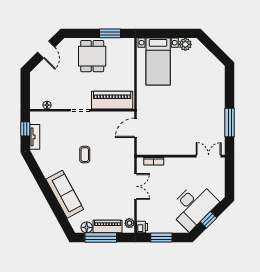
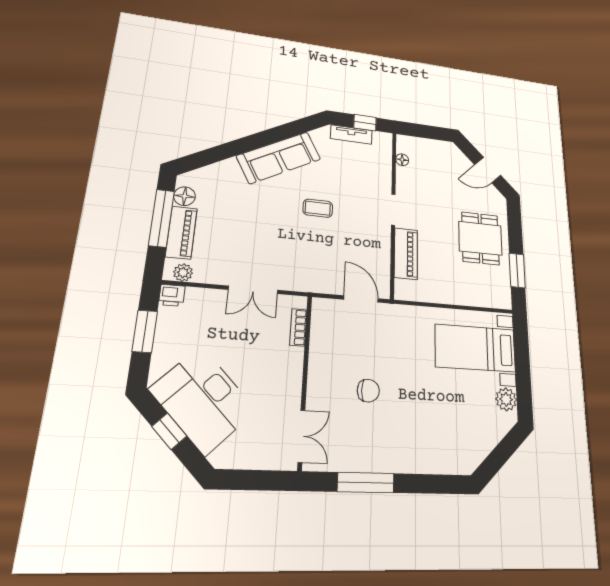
dining table: (92, 56) -> (480, 238), turned 90
piano: (112, 100) -> (406, 254), width x0.73, depth x0.75
chair: (185, 122) -> (368, 391), added
sofa: (65, 194) -> (279, 158), moved

